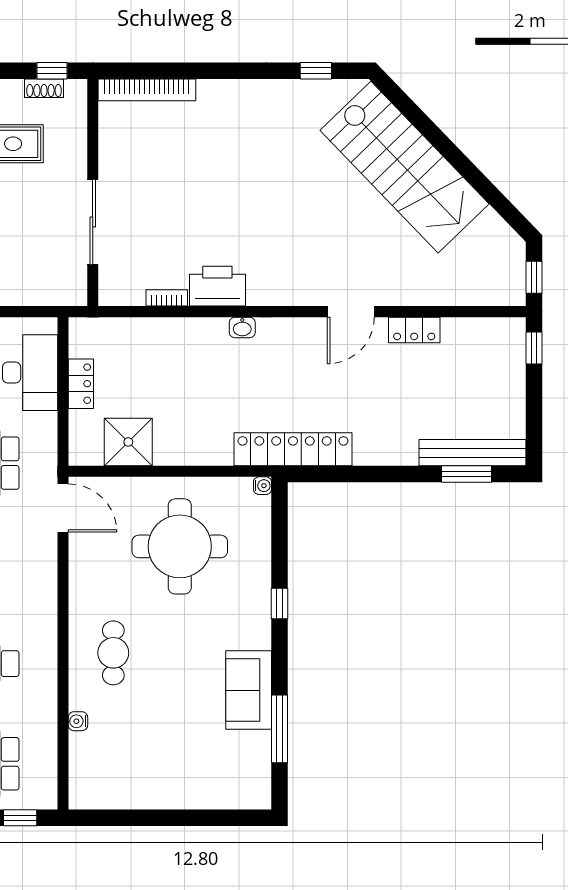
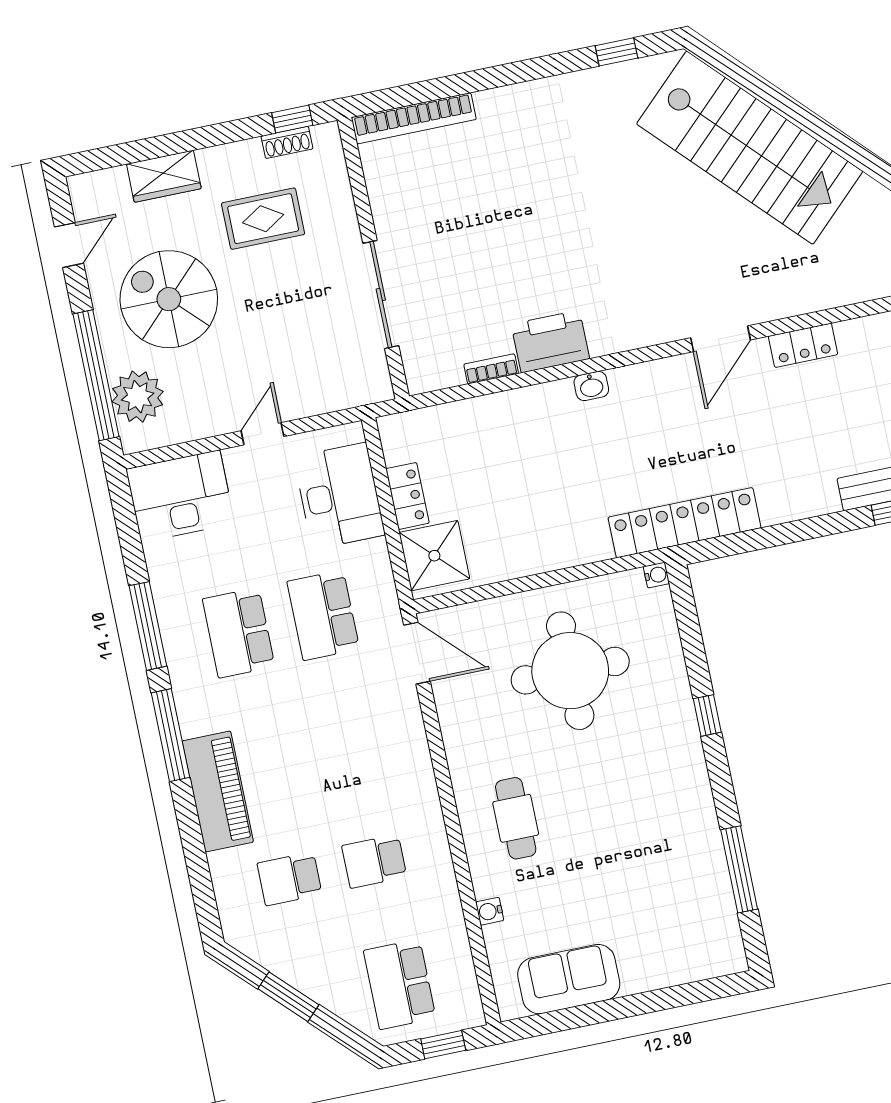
shower: (128, 442) -> (434, 556), moved
sofa: (249, 690) -> (569, 979), moved, turned 90

